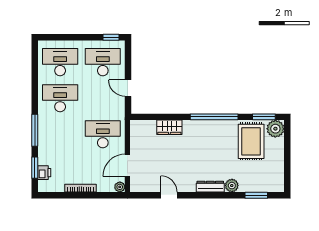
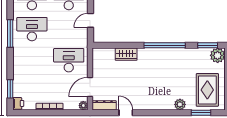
door: (128, 88) -> (91, 20), hinge flipped
window: (35, 130) -> (10, 33), moved
rug: (251, 141) -> (207, 90), moved
printer: (44, 173) -> (18, 103), moved
dresser: (210, 187) -> (104, 105), moved

